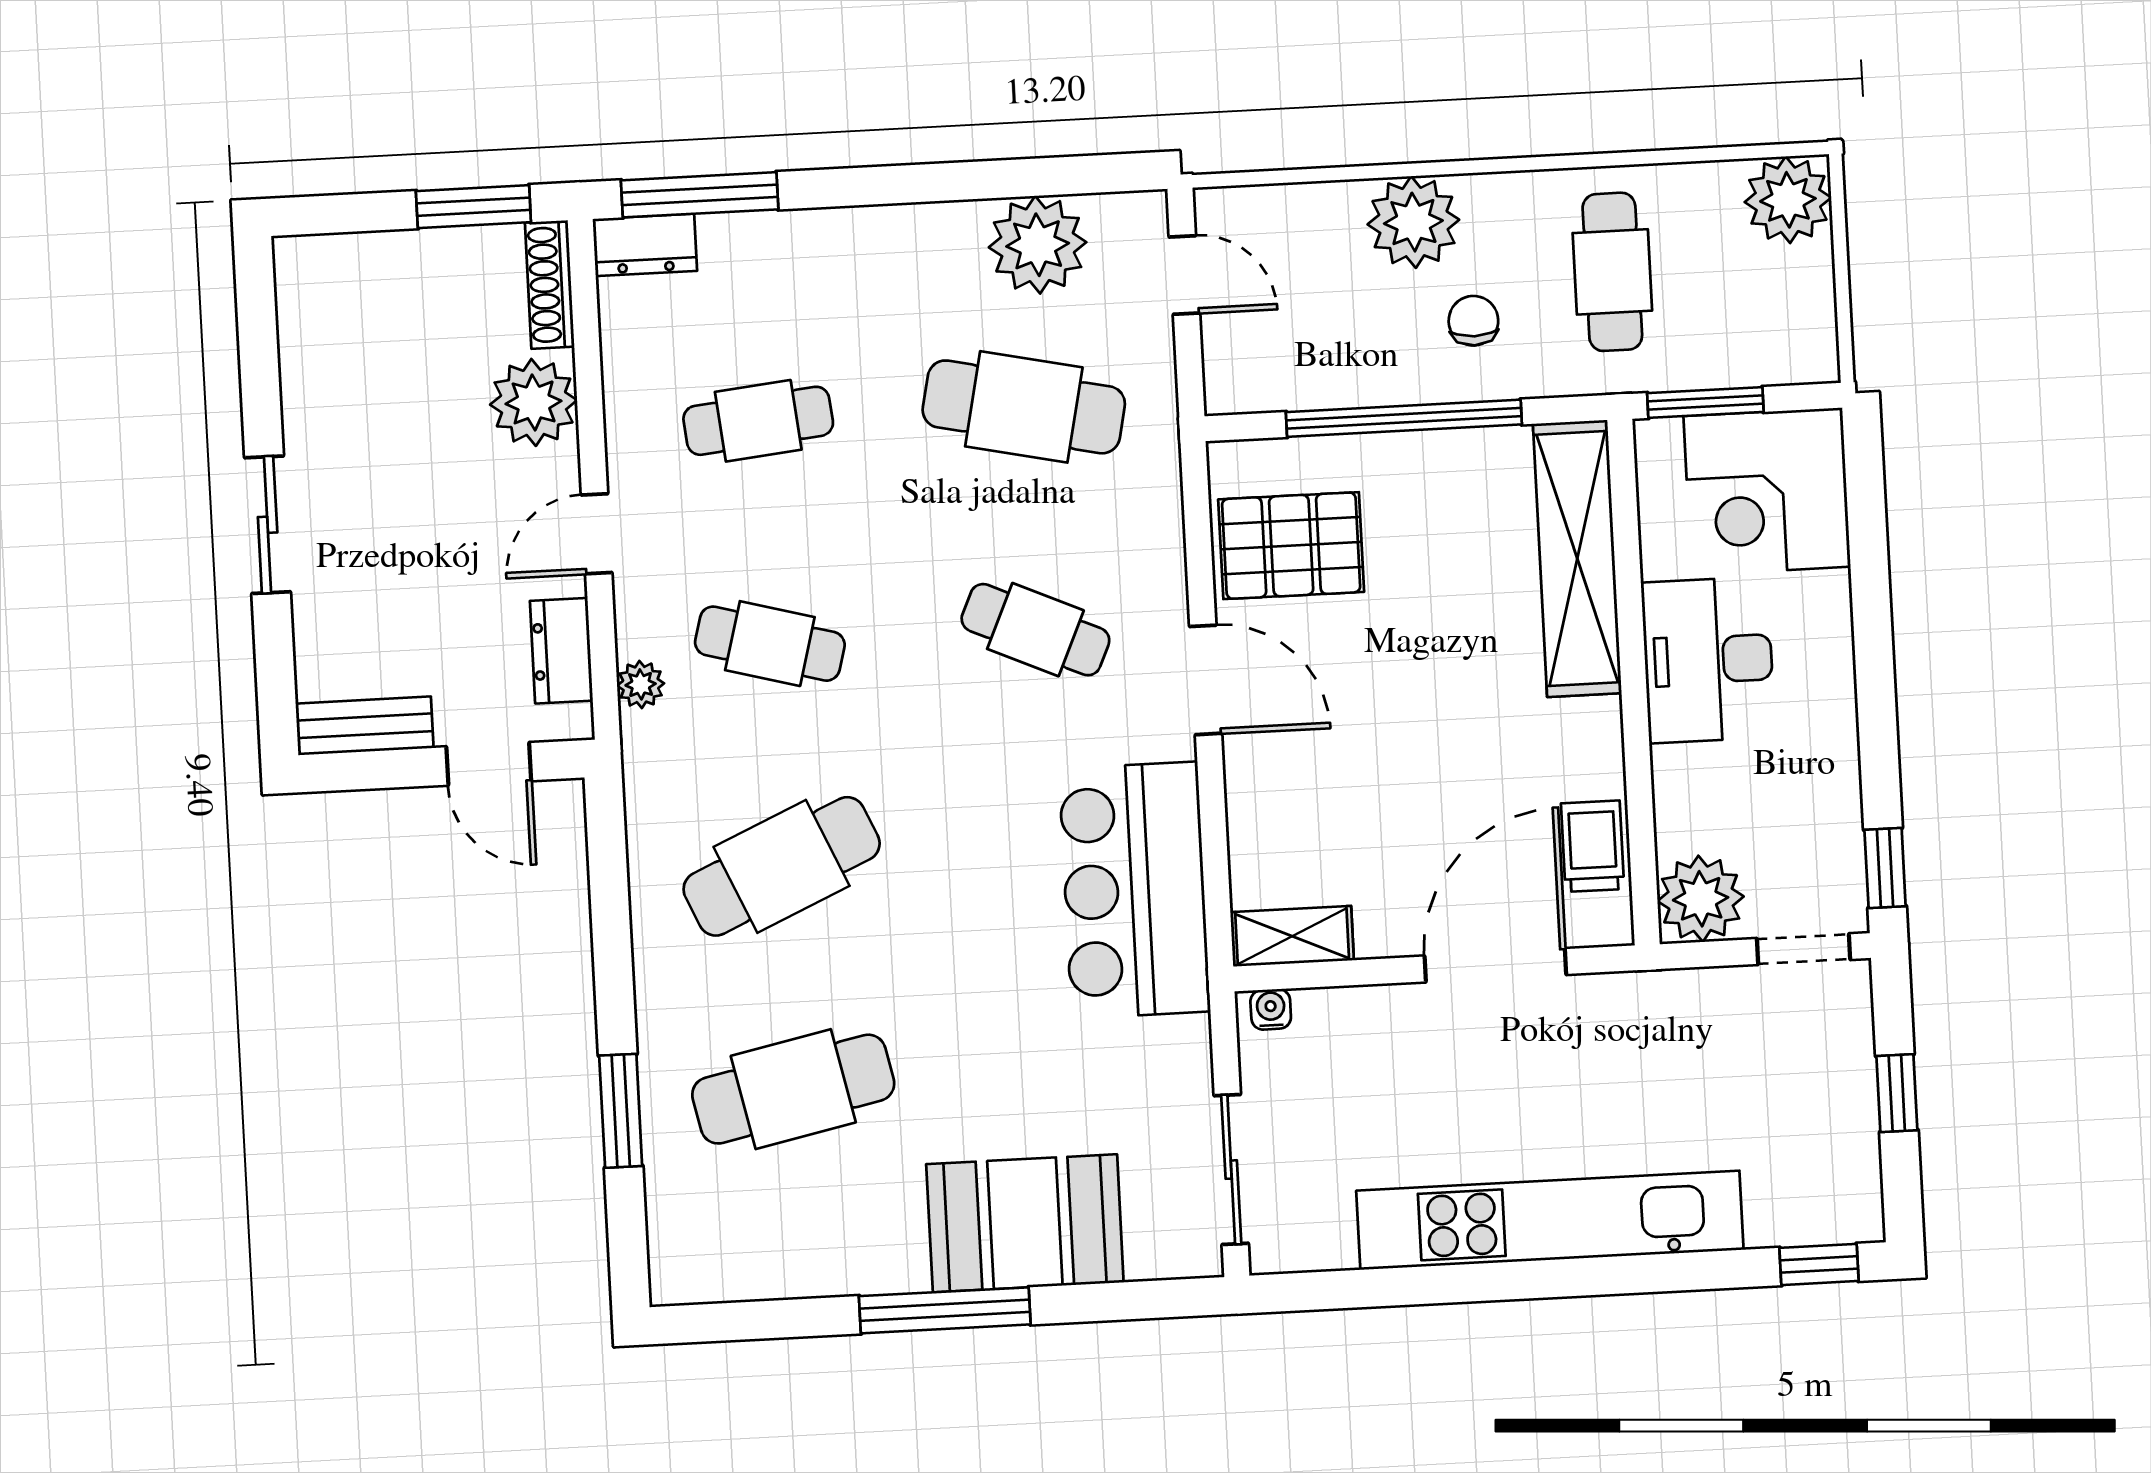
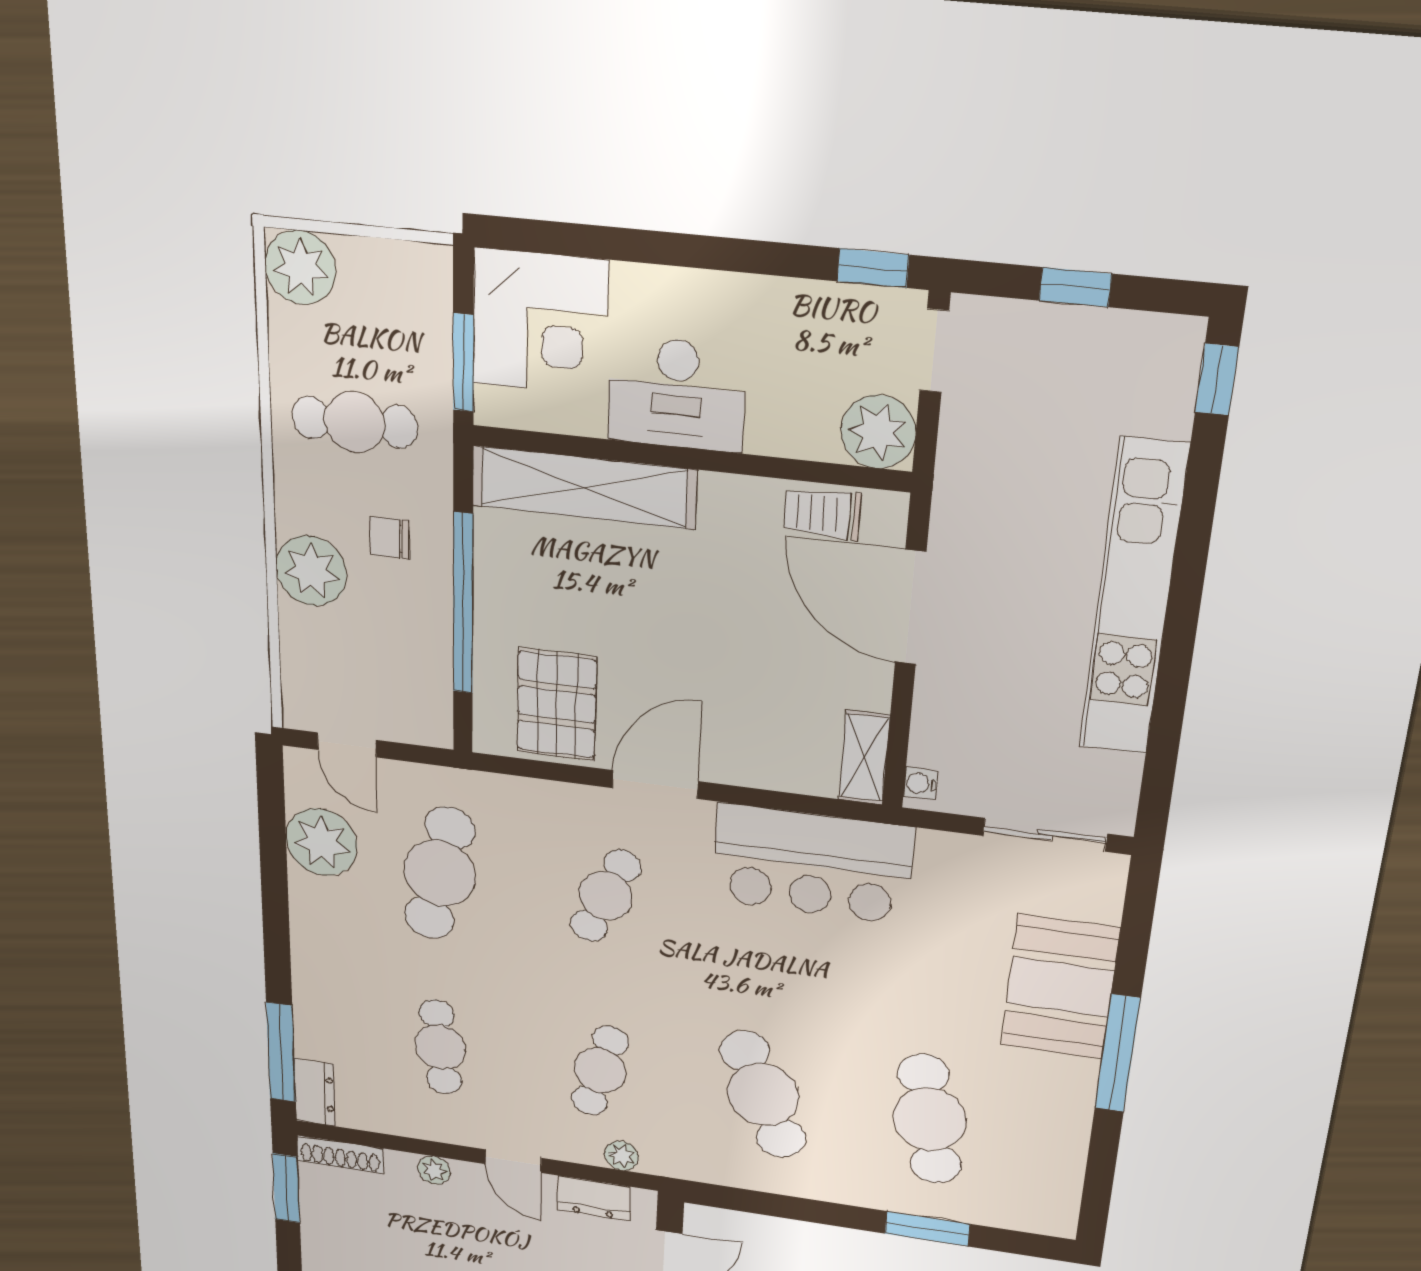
door: (1184, 275) -> (347, 745), swing flipped
plant: (534, 402) -> (434, 1170), width x0.53, depth x0.53

